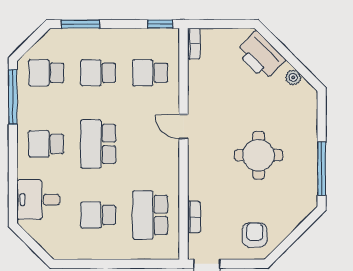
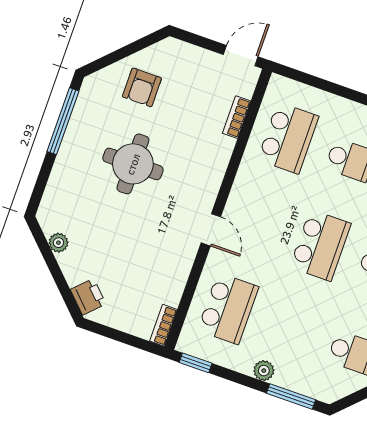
plant: (107, 36) -> (264, 371), added
printer: (261, 56) -> (88, 297), width x0.53, depth x0.68
school desk: (98, 73) -> (290, 331), removed
school desk: (150, 73) -> (228, 309), width x1.85
armchair: (255, 235) -> (142, 87), moved

